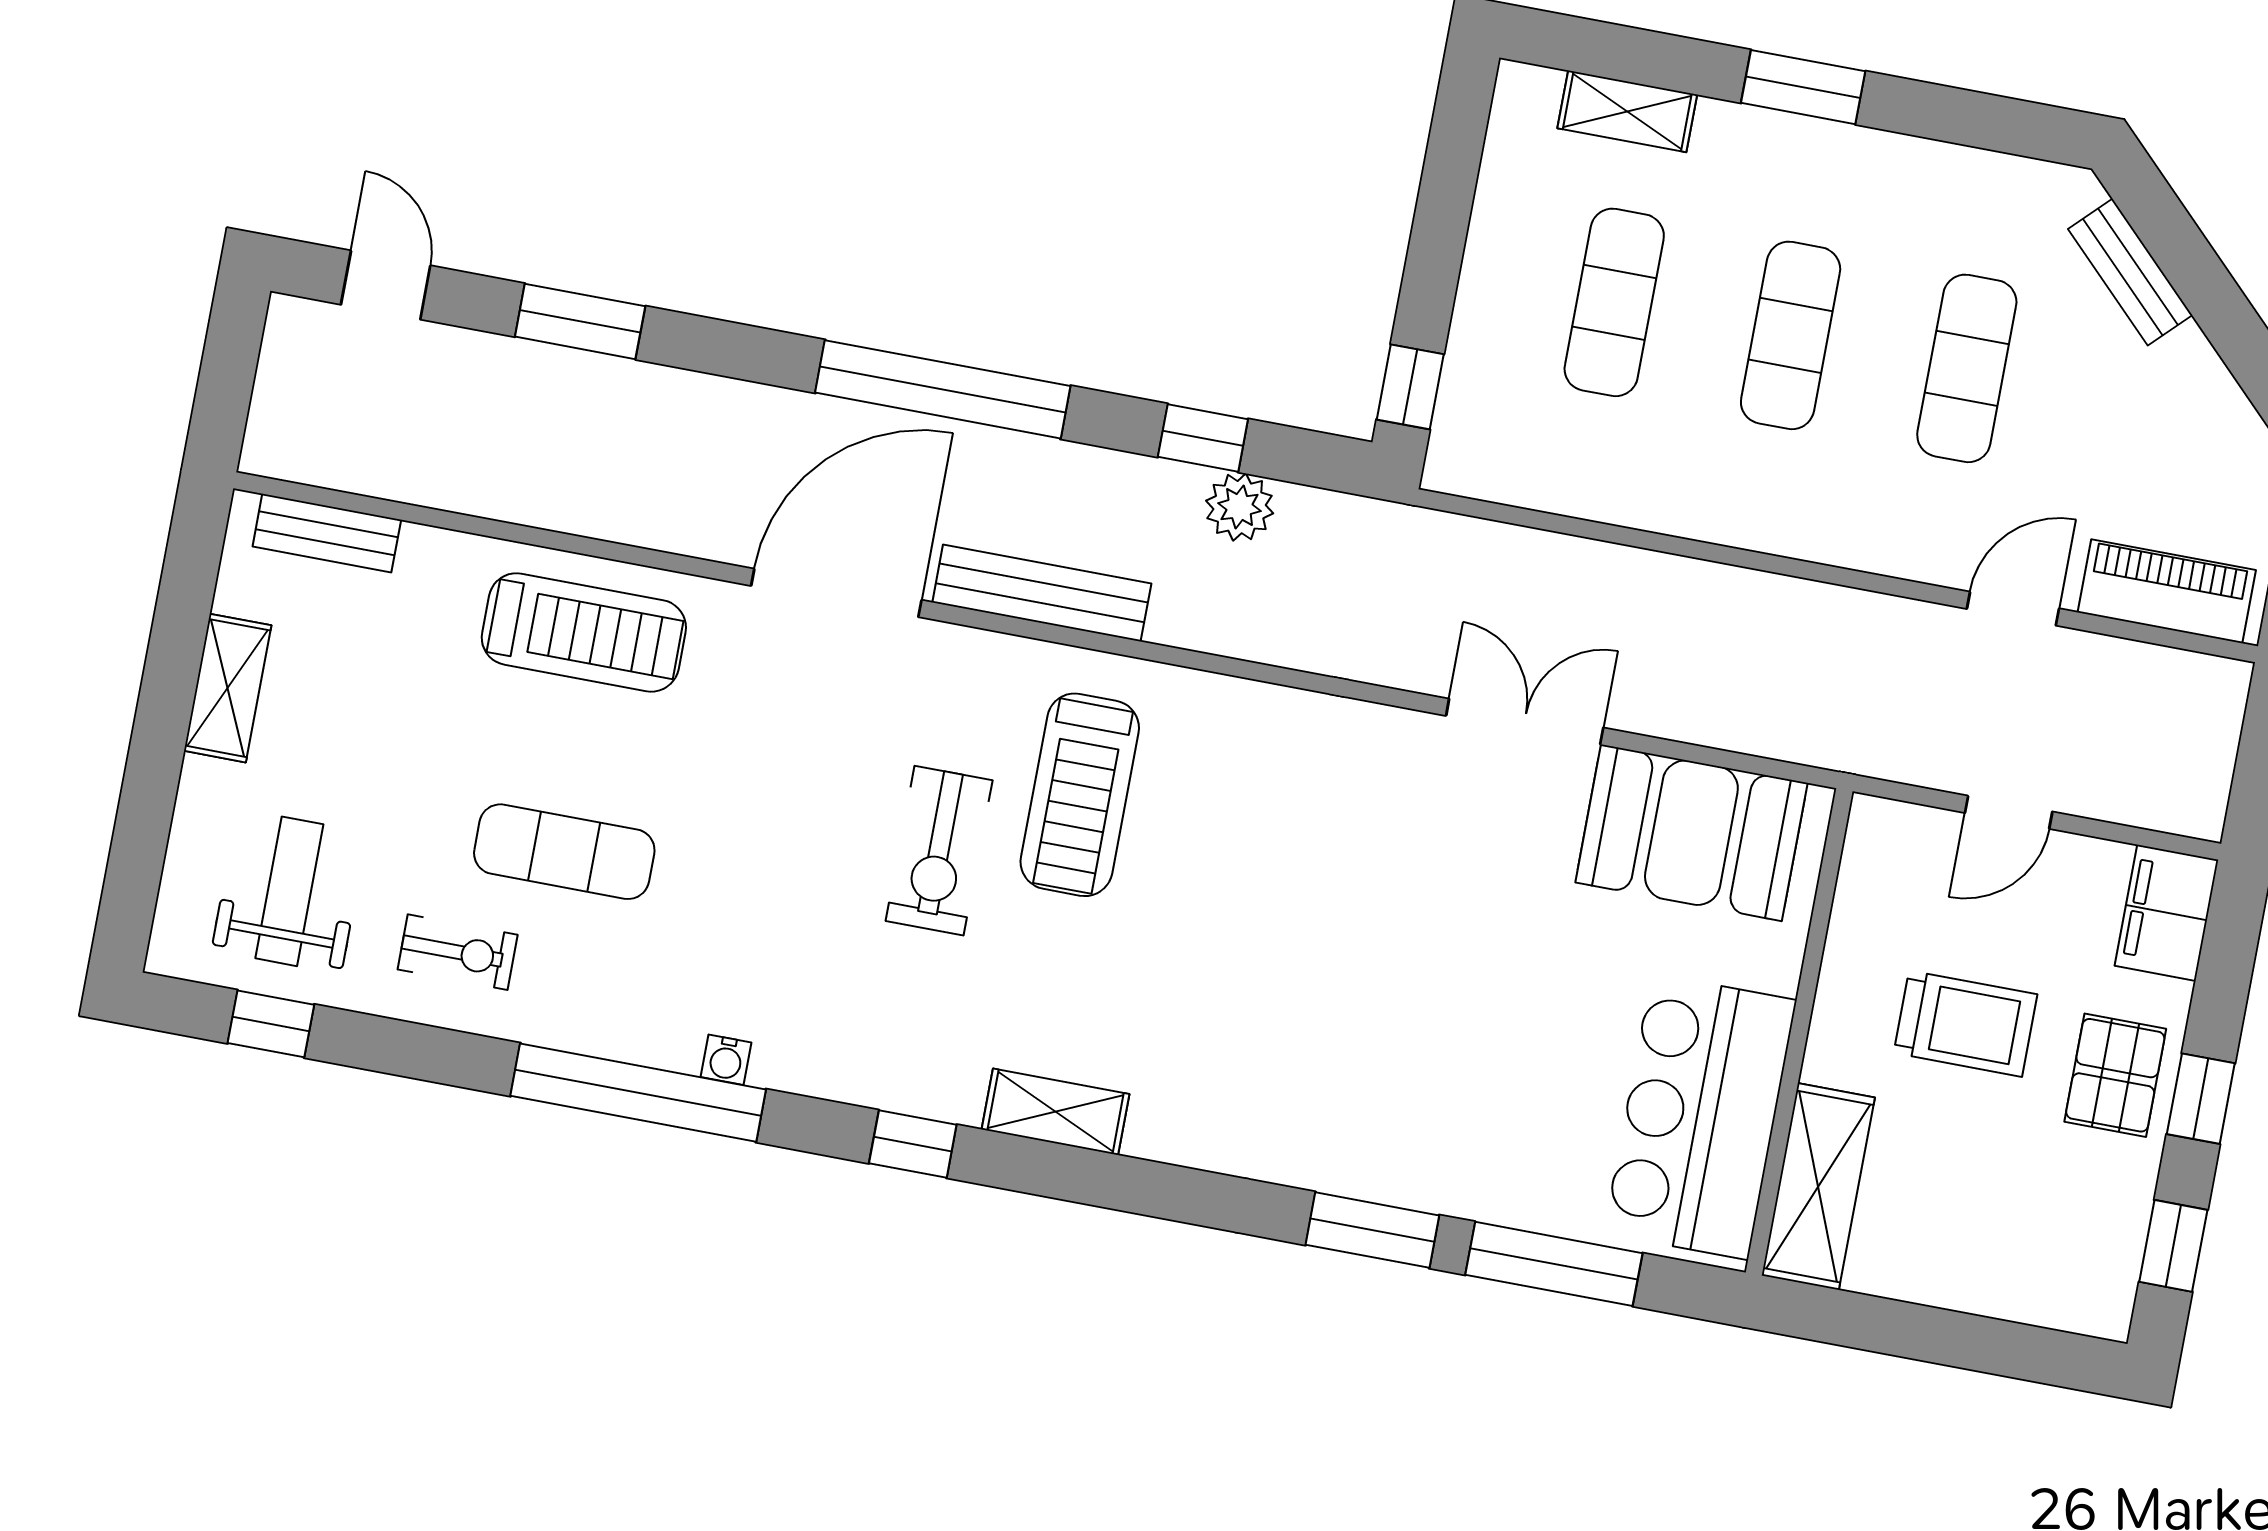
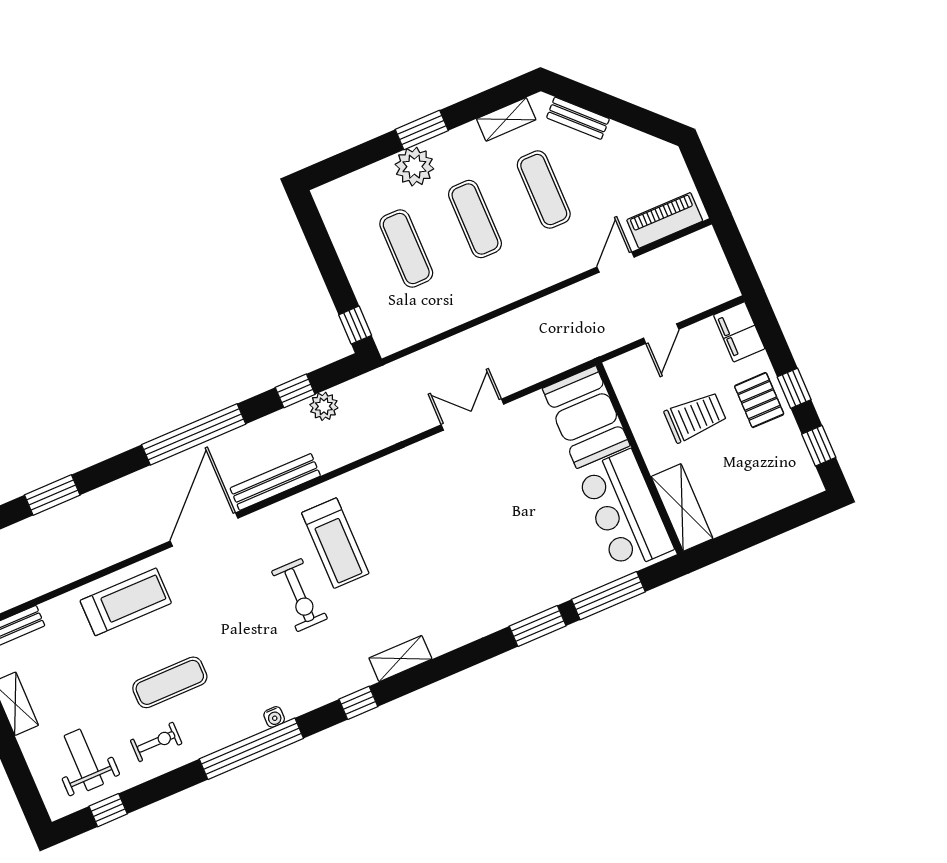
shelving: (1627, 111) -> (506, 119), moved
plant: (1740, 150) -> (414, 167), added
booth: (1691, 833) -> (586, 417), moved, turned 90

